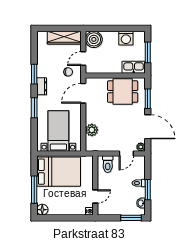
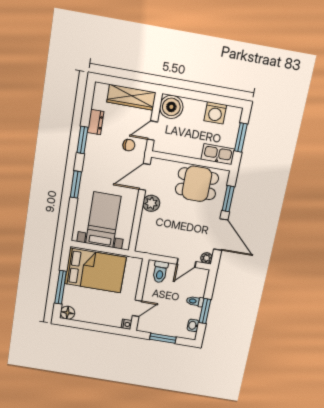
dresser: (42, 86) -> (96, 122), moved
plant: (92, 130) -> (151, 203), moved
window: (131, 218) -> (163, 338), moved

